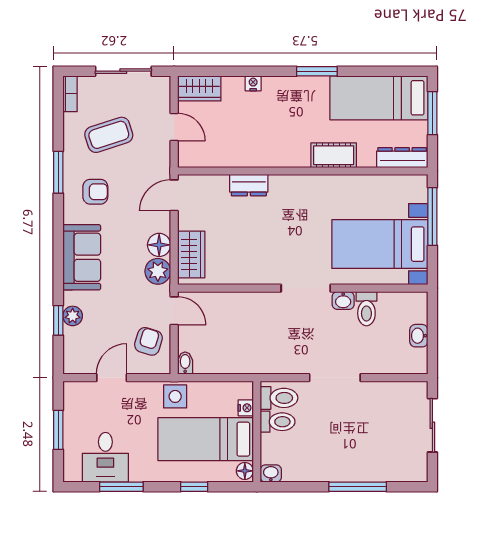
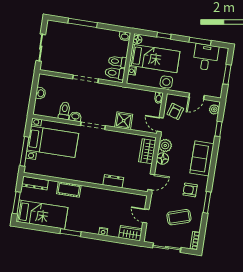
shower: (247, 307) -> (124, 121), added
plant: (73, 316) -> (214, 109), moved

